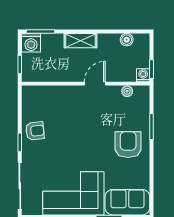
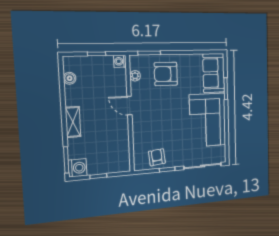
washing machine: (143, 75) -> (120, 61), moved
wall: (86, 84) -> (130, 114), moved
door: (95, 84) -> (129, 106), moved
plant: (127, 91) -> (135, 76), moved

